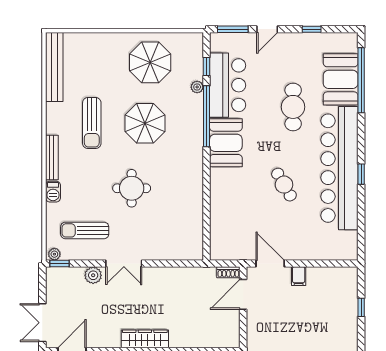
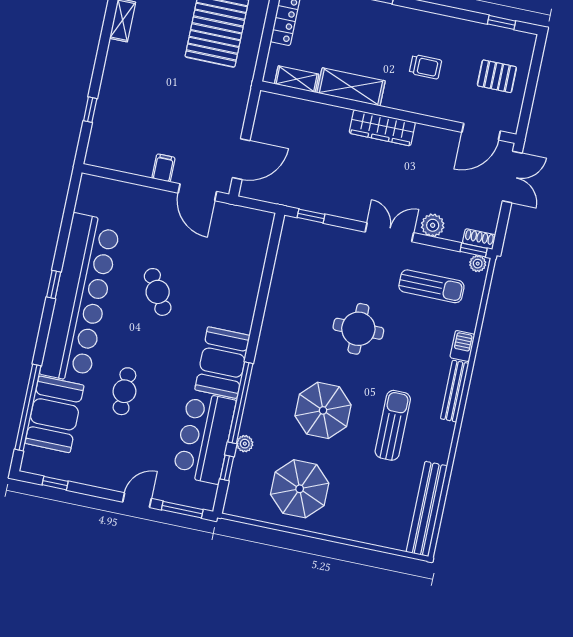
window: (312, 29) -> (55, 483), moved
cafe table: (293, 107) -> (124, 391), width x0.73, depth x0.74
window: (183, 263) -> (311, 216), added
shoe rack: (228, 272) -> (479, 239), moved

